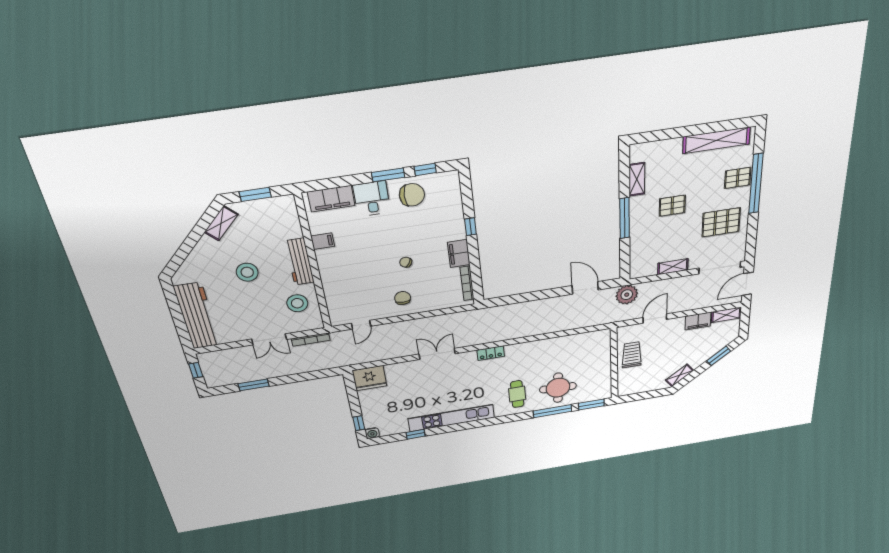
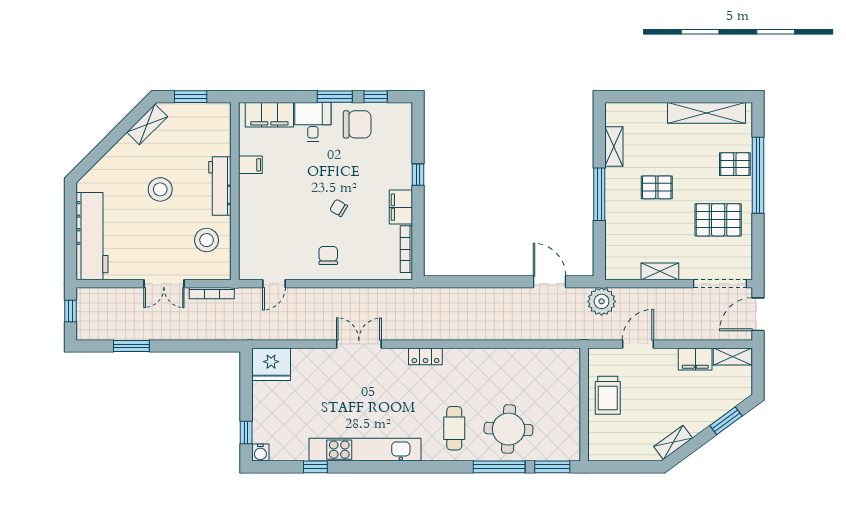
trolley: (632, 355) -> (608, 395), turned 180

